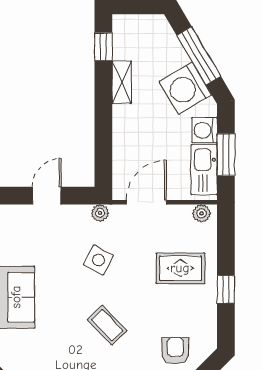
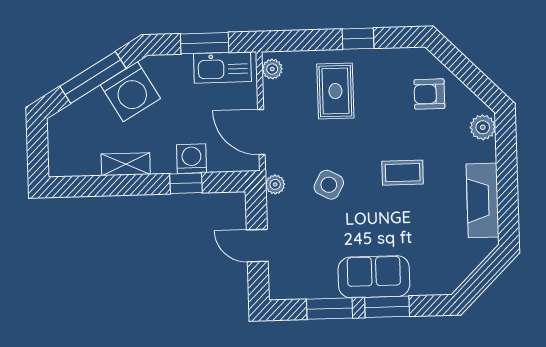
window: (103, 47) -> (186, 183), moved
washing machine: (204, 130) -> (191, 159), moved, turned 180
coffee table: (107, 325) -> (403, 173), turned 44

